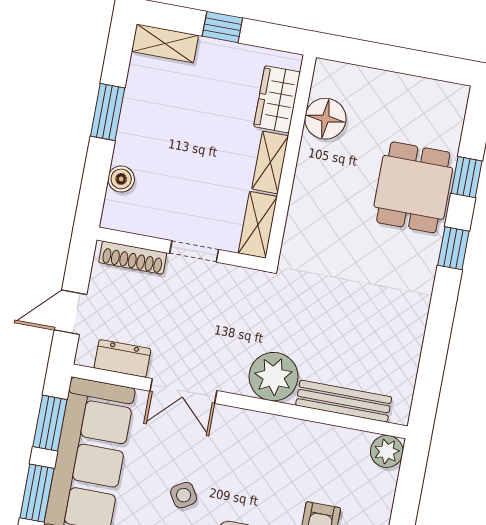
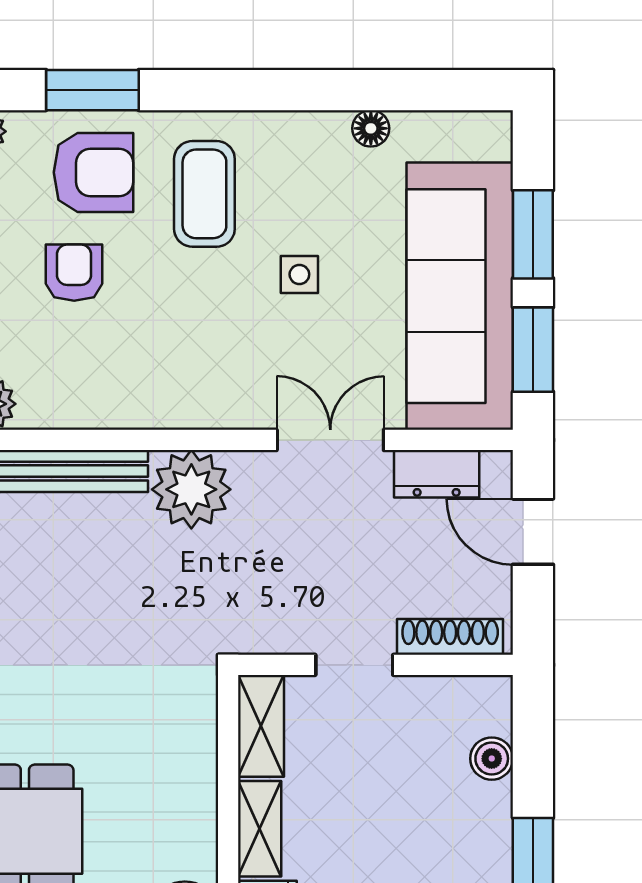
door: (70, 312) -> (533, 532), swing flipped
side table: (184, 495) -> (299, 274), turned 31

